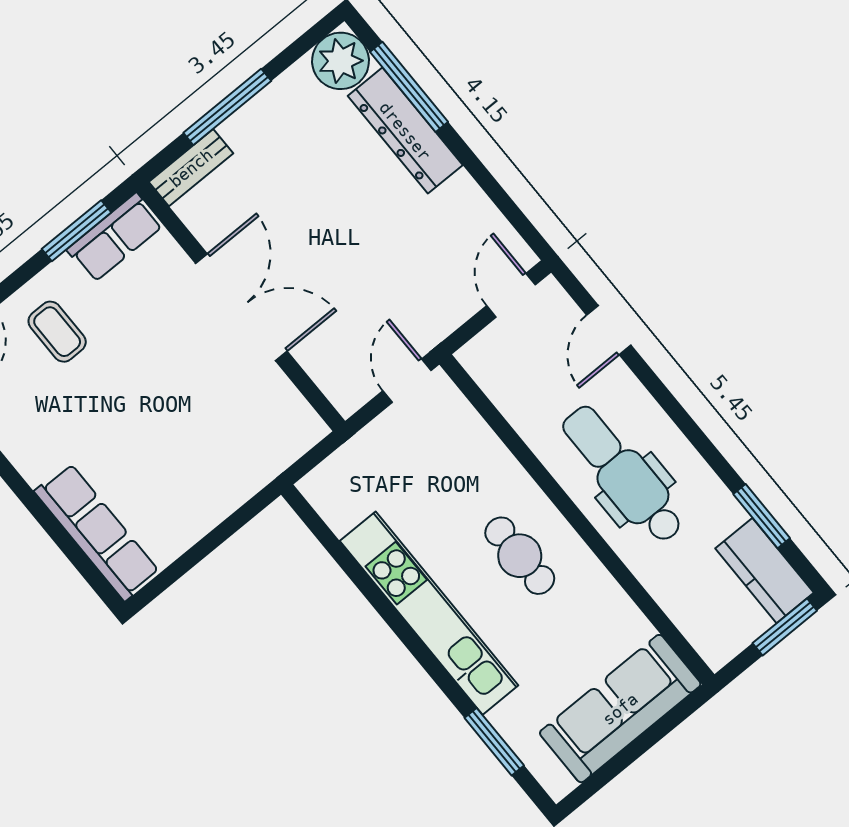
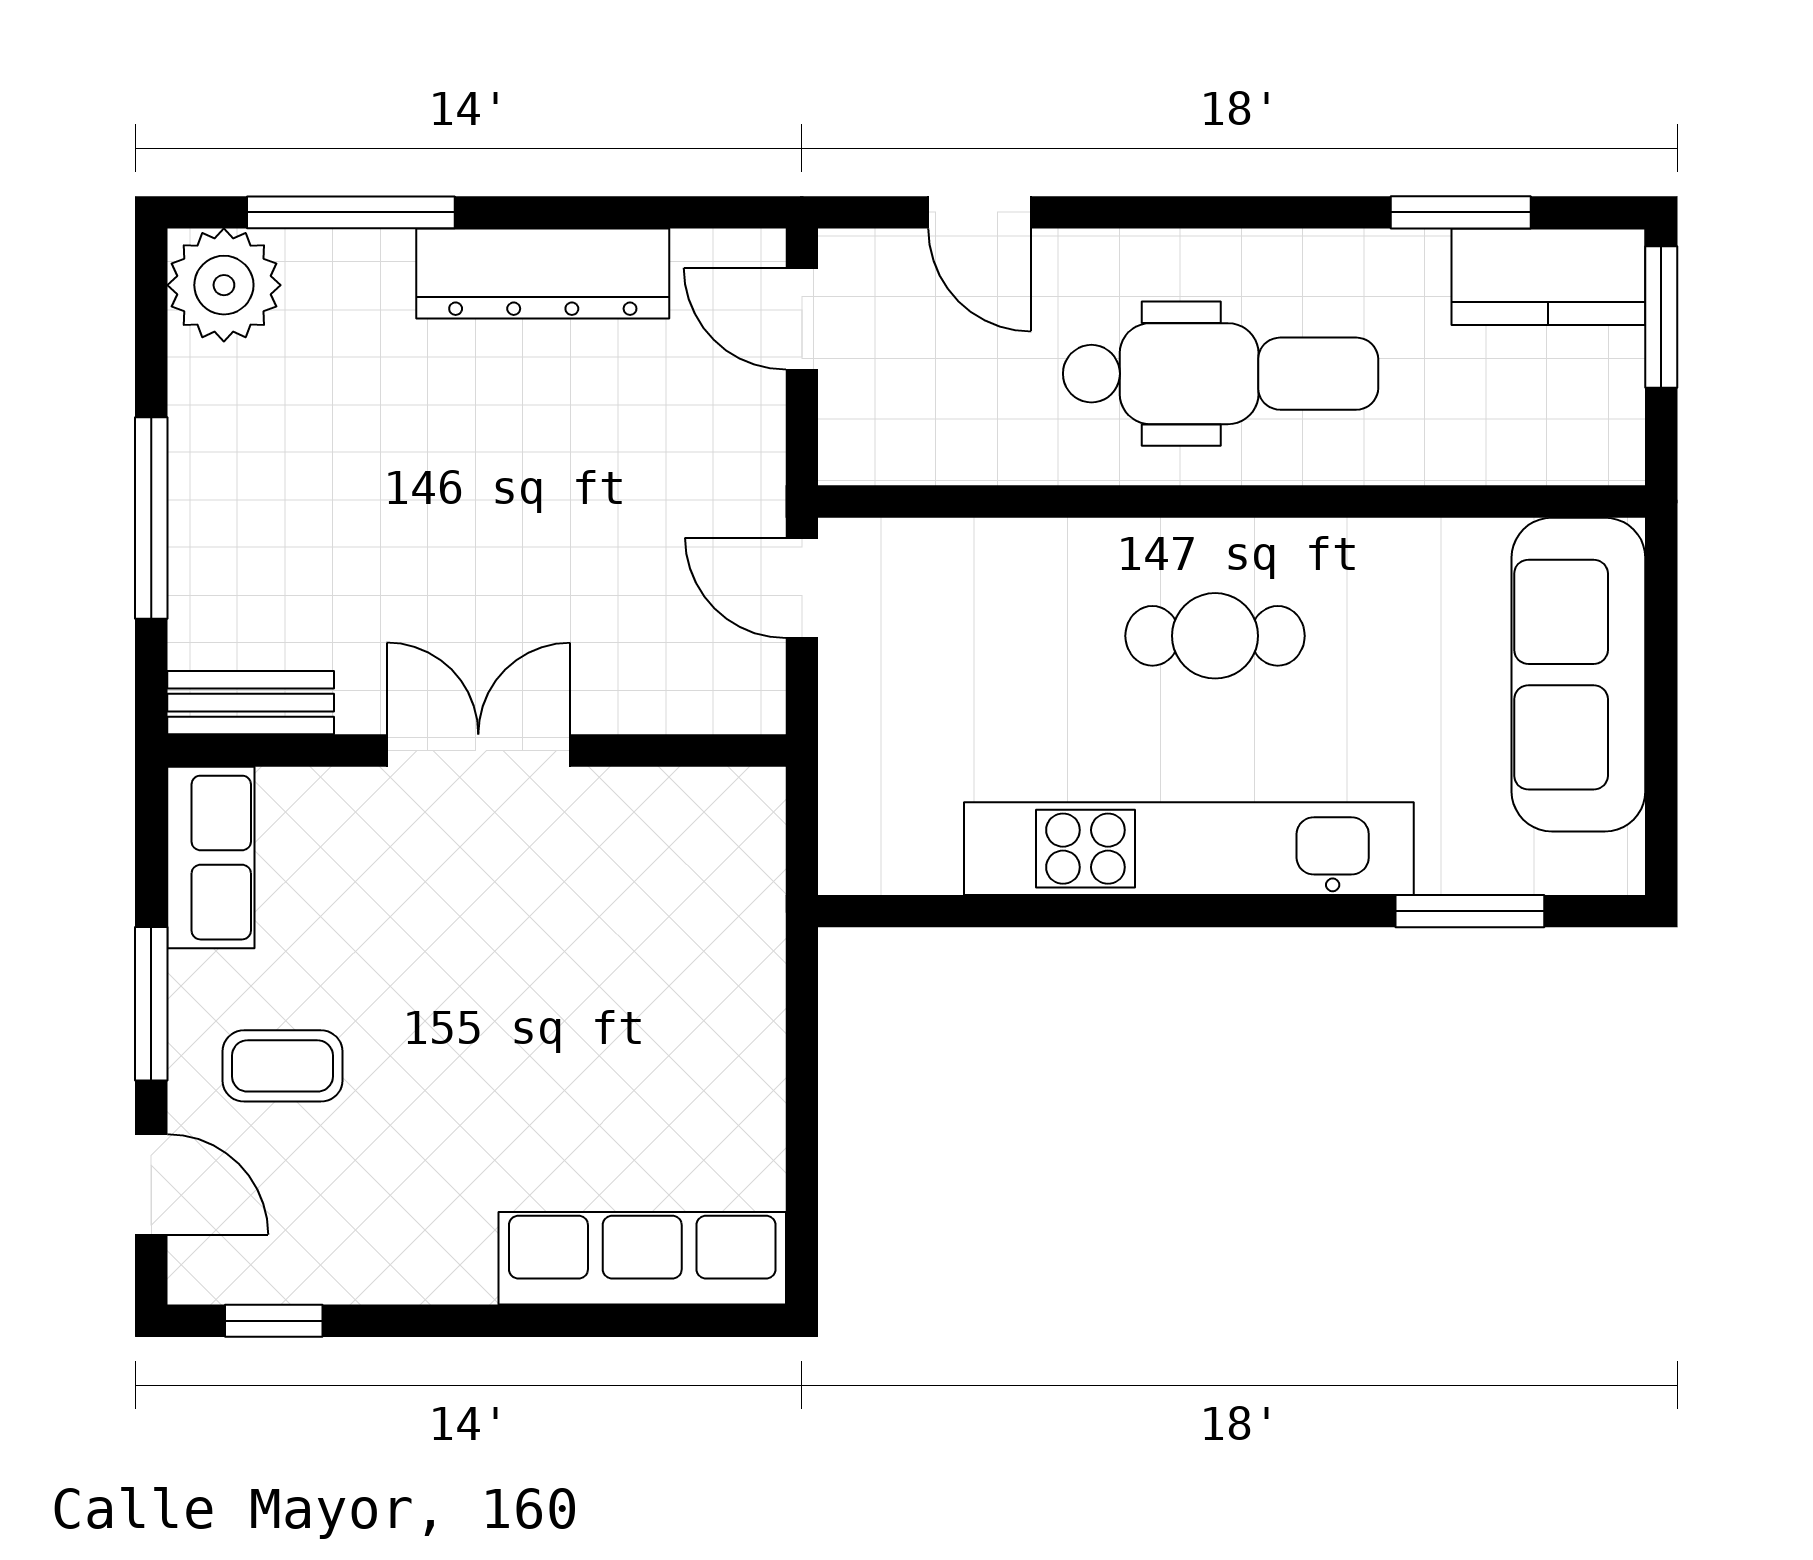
dresser: (405, 131) -> (543, 274), moved
bench: (191, 168) -> (251, 703), moved, turned 90
window: (77, 231) -> (151, 1004), moved
double door: (241, 307) -> (478, 751), width x0.73
dental chair: (623, 475) -> (1221, 374), turned 180

